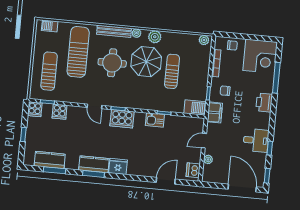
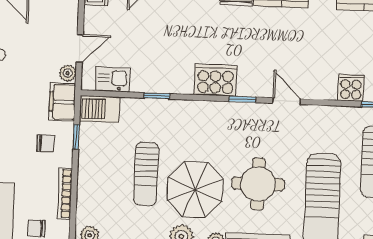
cooker: (122, 119) -> (215, 80), moved
kitchen sink: (155, 120) -> (113, 79), moved
plant: (208, 159) -> (68, 73), moved

